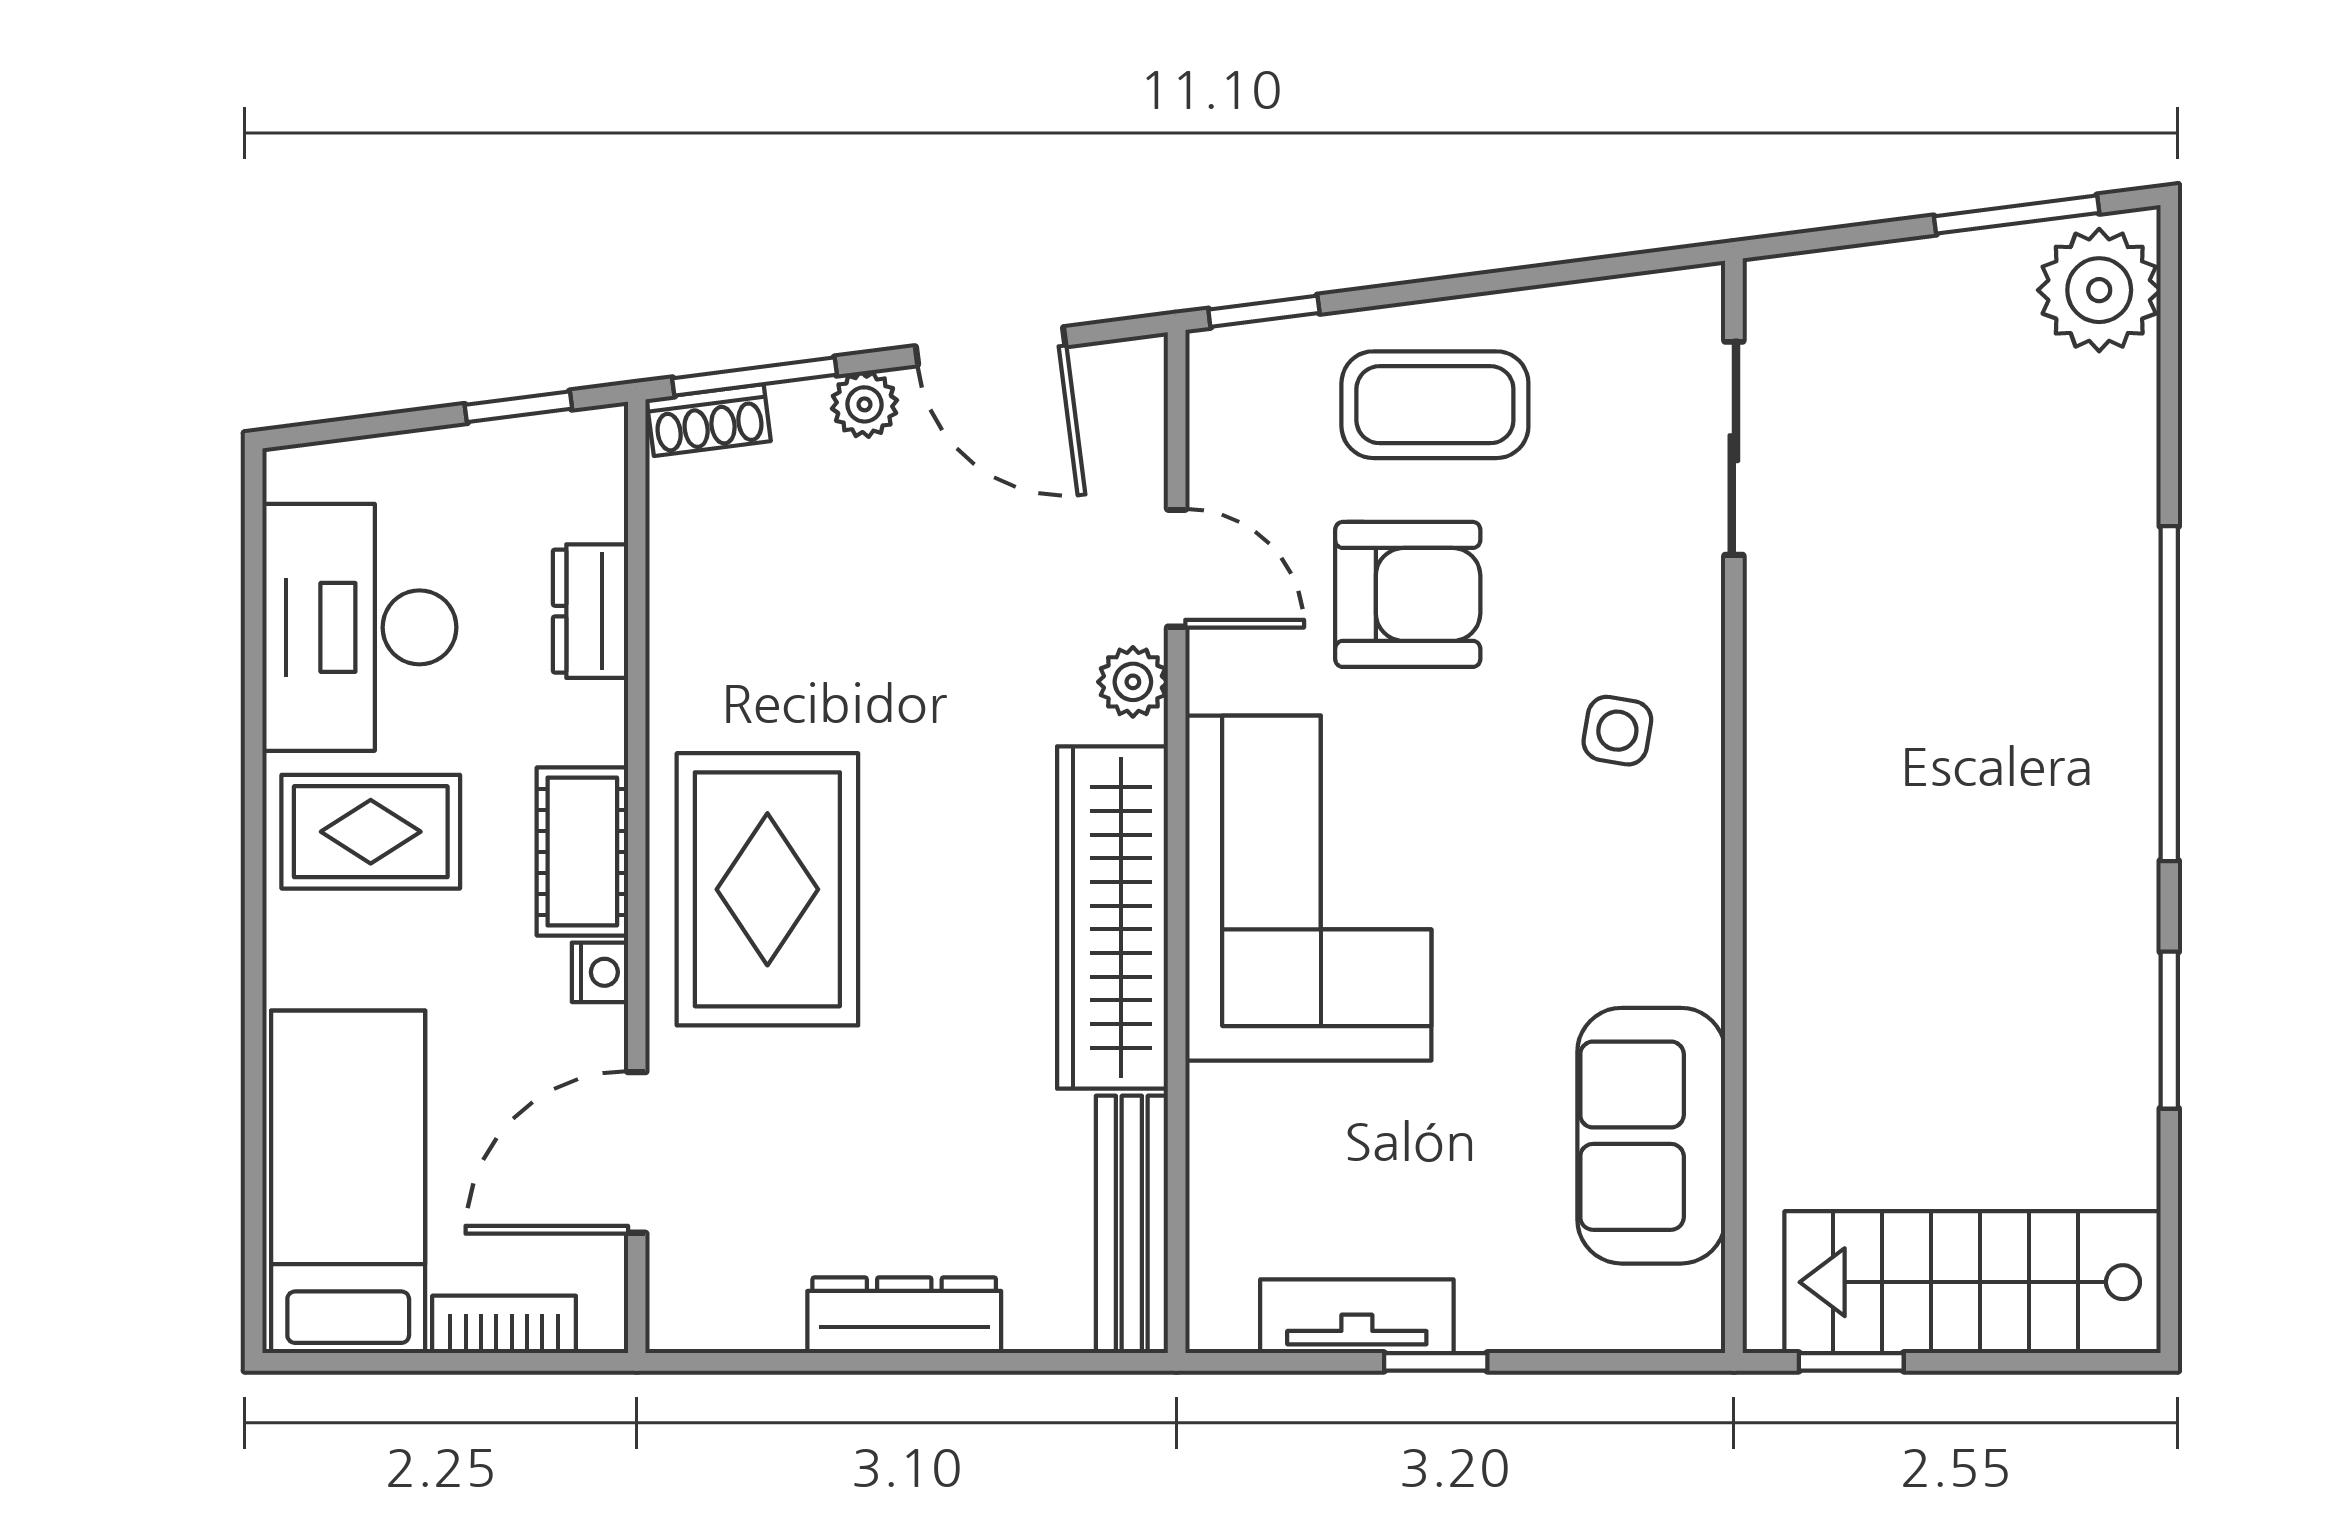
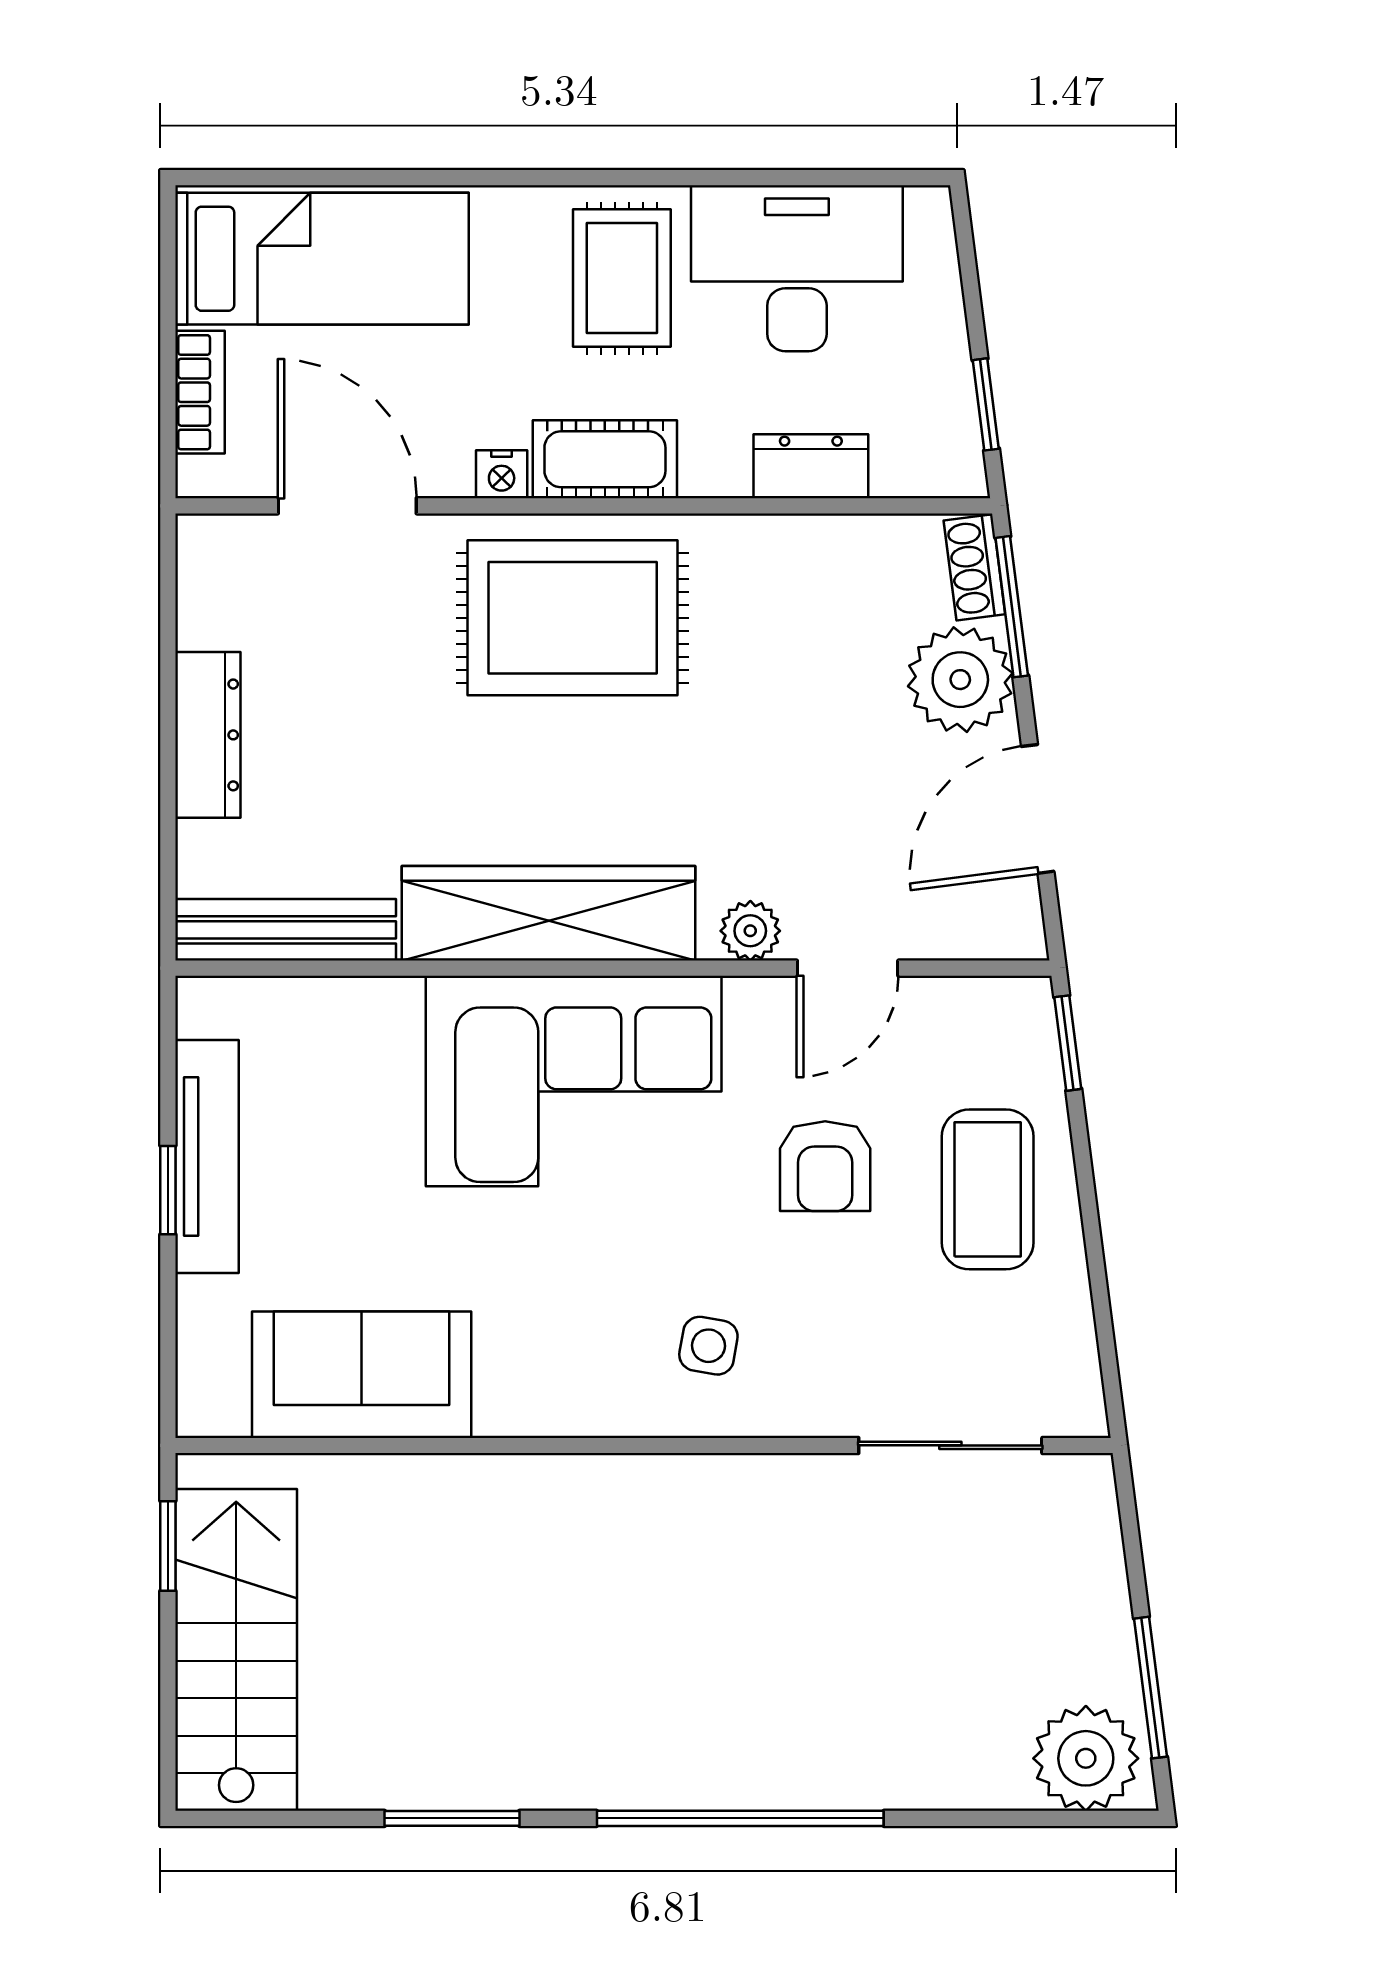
plant: (865, 404) -> (960, 680), width x1.88, depth x1.88
armchair: (1408, 594) -> (825, 1166), width x0.72, depth x0.72
tv unit: (1357, 1316) -> (207, 1156), width x1.41

